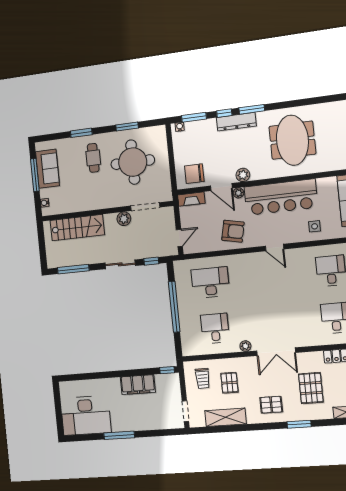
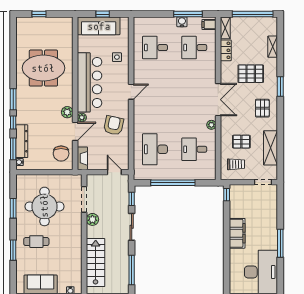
dresser: (236, 122) -> (22, 141), moved
filing cabinet: (138, 385) -> (237, 233), moved

